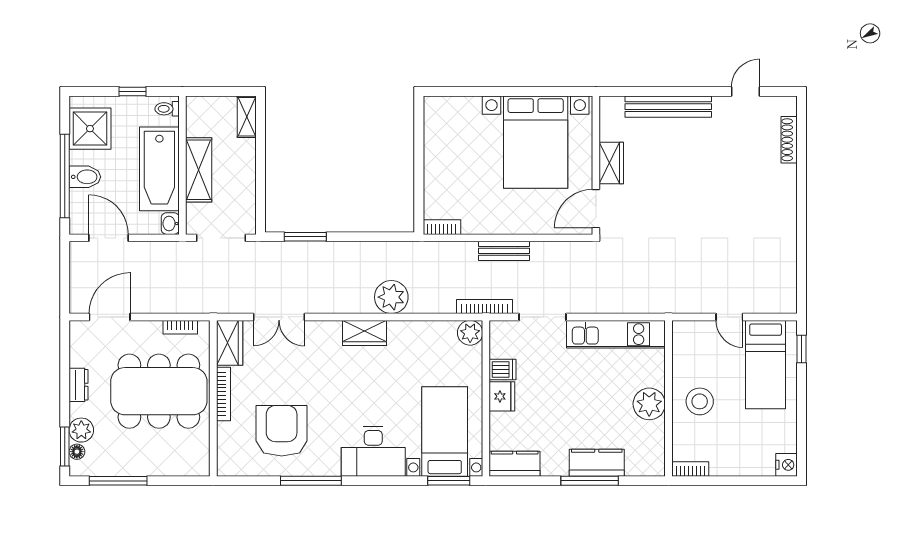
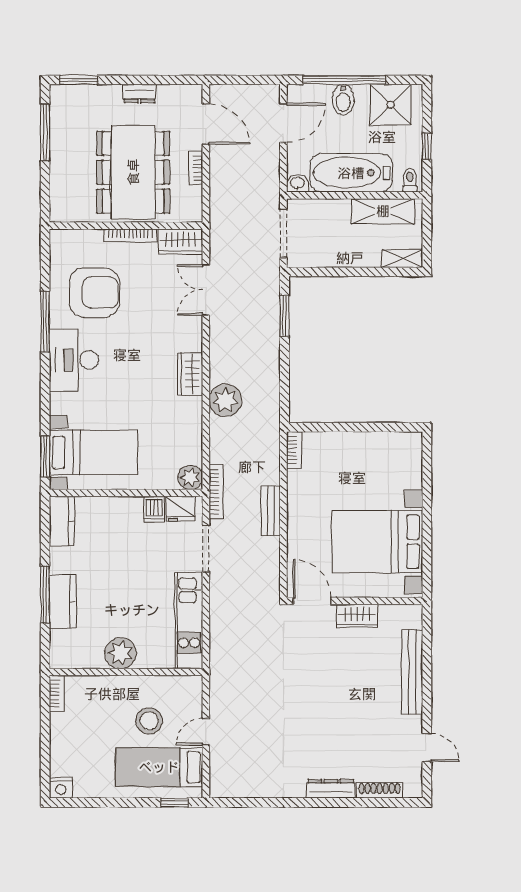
shelving: (199, 170) -> (383, 211), moved
dresser: (788, 189) -> (331, 789), added
bookcase: (180, 327) -> (196, 168), moved
fridge: (502, 396) -> (181, 509), moved
stool: (700, 401) -> (149, 721), moved
plant: (81, 430) -> (95, 96), removed
desk: (373, 451) -> (74, 360), moved
floor lamp: (77, 452) -> (74, 92), removed

